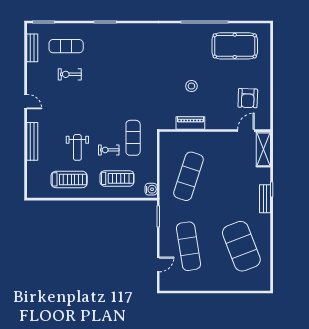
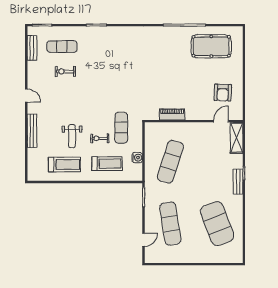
stool: (191, 86) -> (173, 82), removed
water cooler: (151, 189) -> (137, 158), moved

